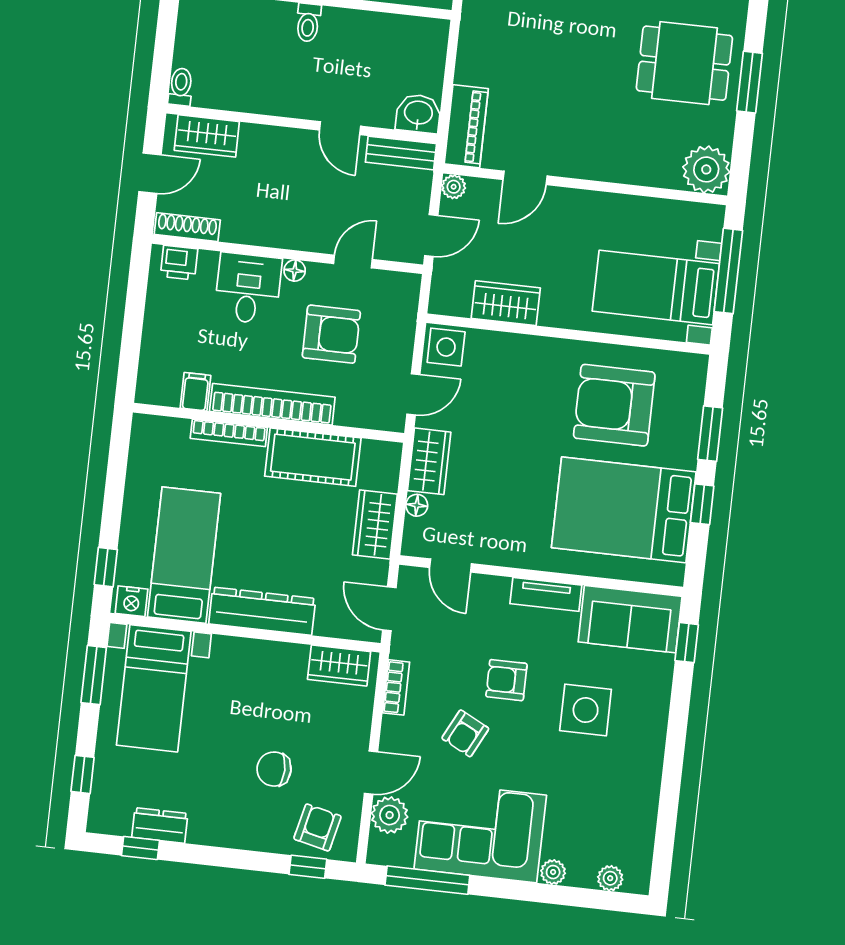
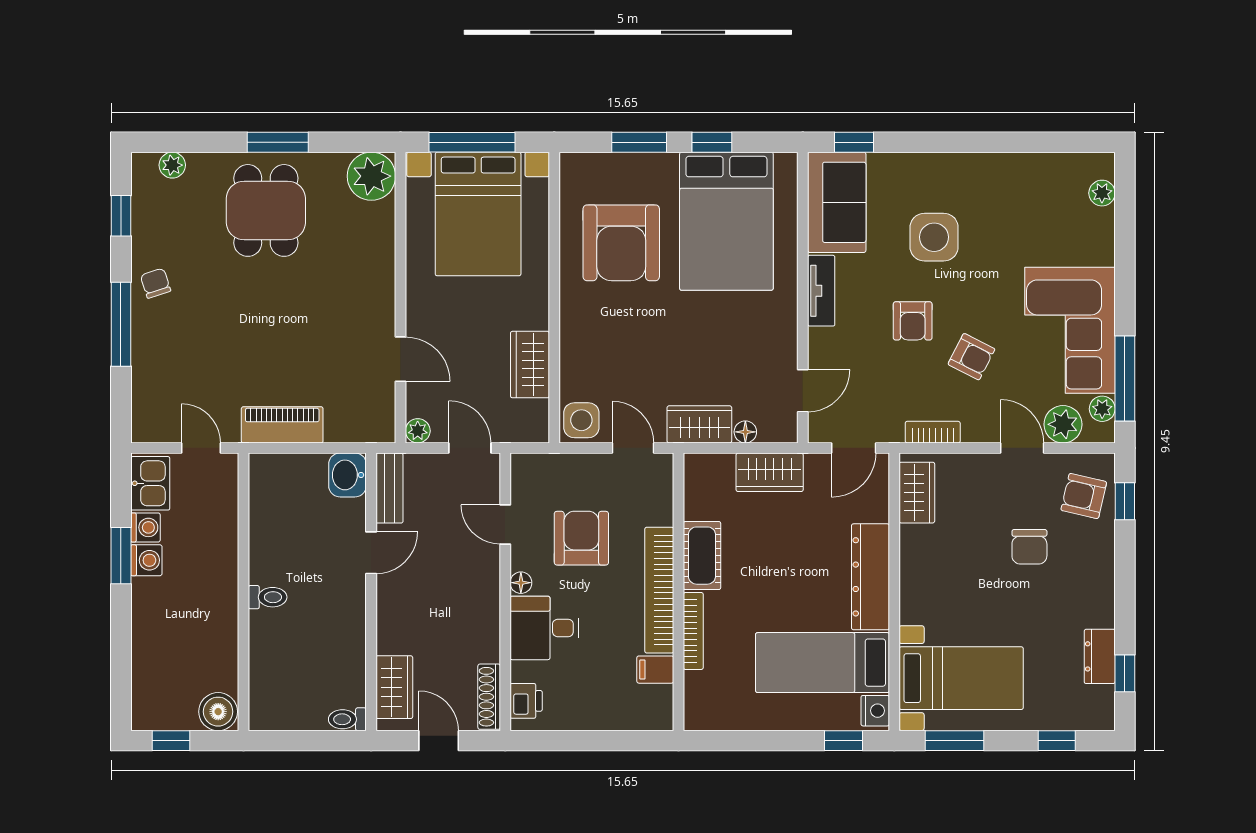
piano: (466, 126) -> (282, 425), moved
bed with nightstands: (656, 287) -> (478, 214), width x1.36
cot: (313, 457) -> (702, 556), width x0.73, depth x0.75
plant: (553, 872) -> (1102, 409), moved

